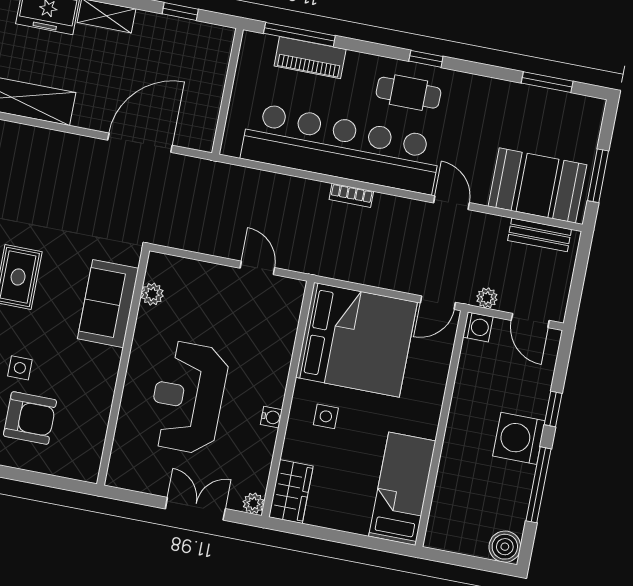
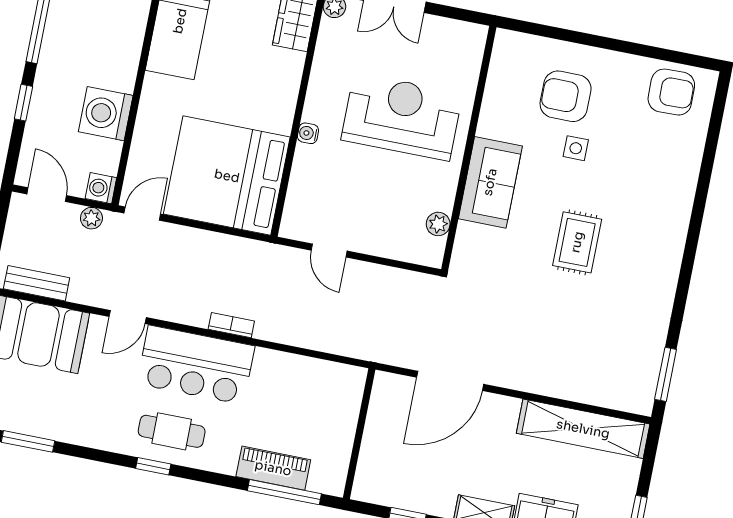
bar counter: (341, 148) -> (196, 365), width x0.54
door: (451, 203) -> (128, 317), hinge flipped
sofa: (108, 304) -> (490, 182), moved
reception desk: (188, 397) -> (402, 117), turned -90
side table: (326, 416) -> (259, 96), removed
water cooler: (271, 417) -> (308, 133), moved
washing machine: (519, 438) -> (106, 114), moved, turned 180

